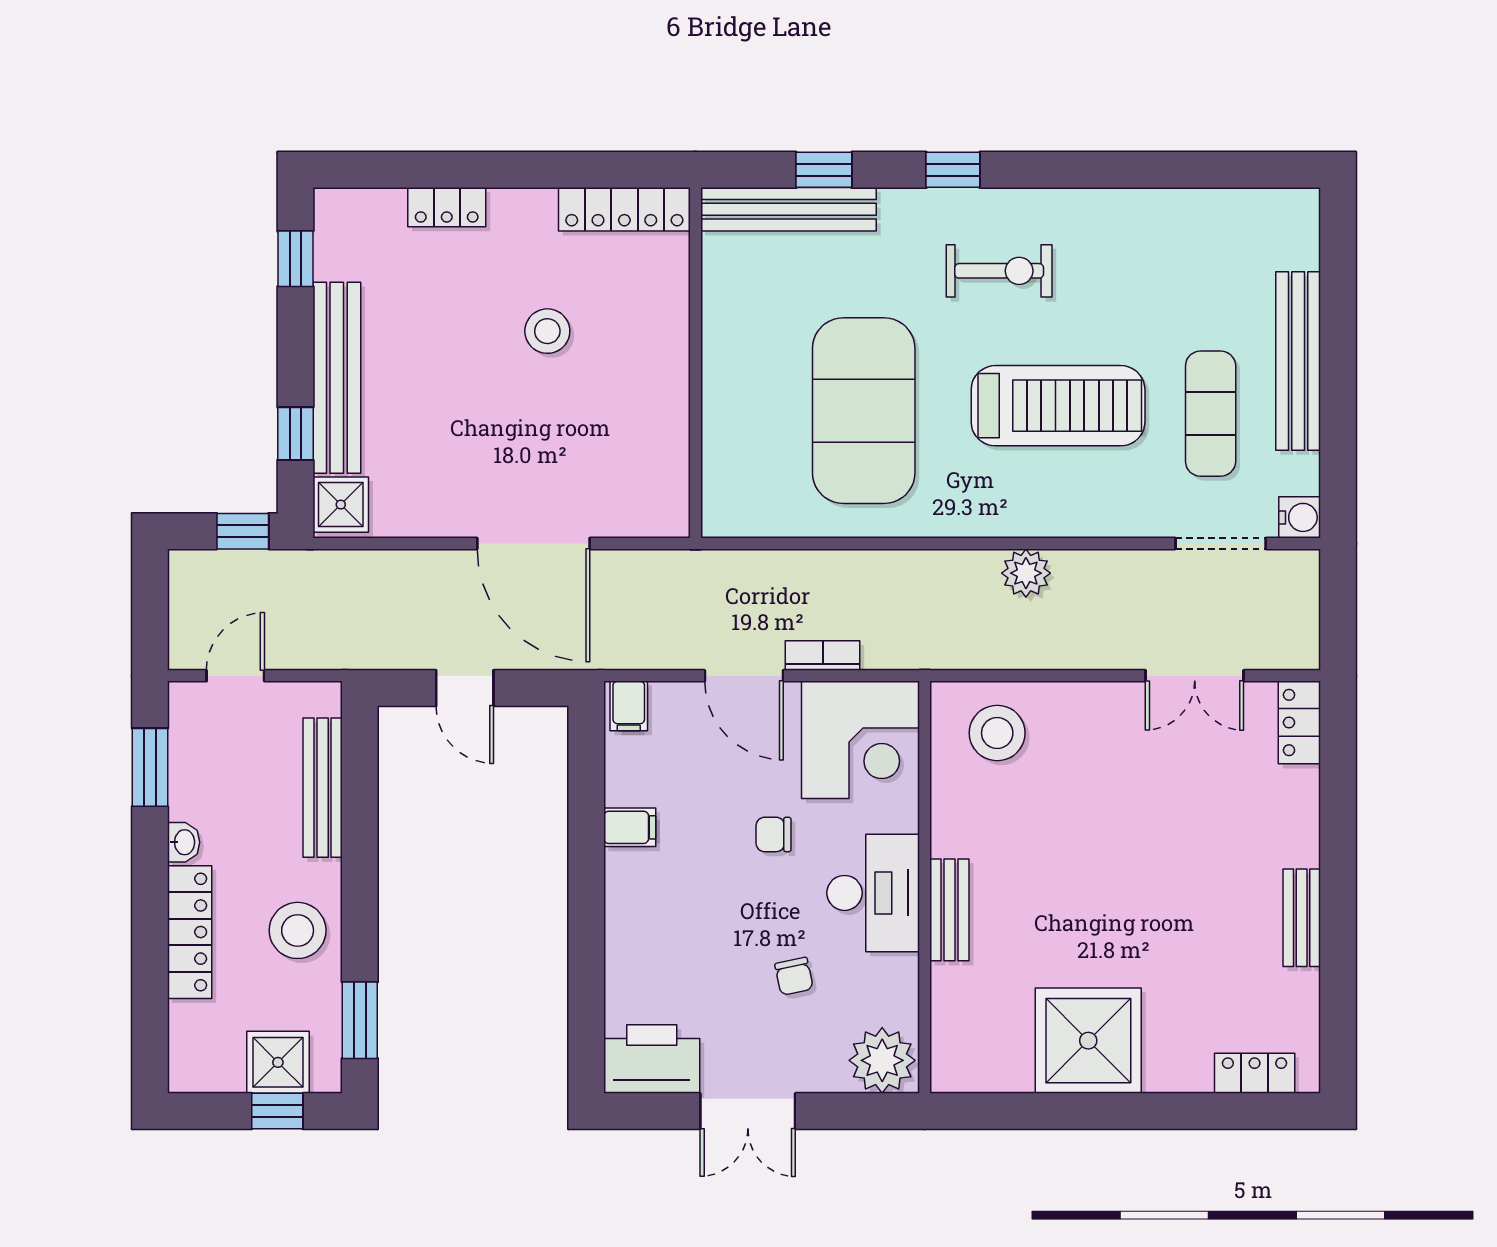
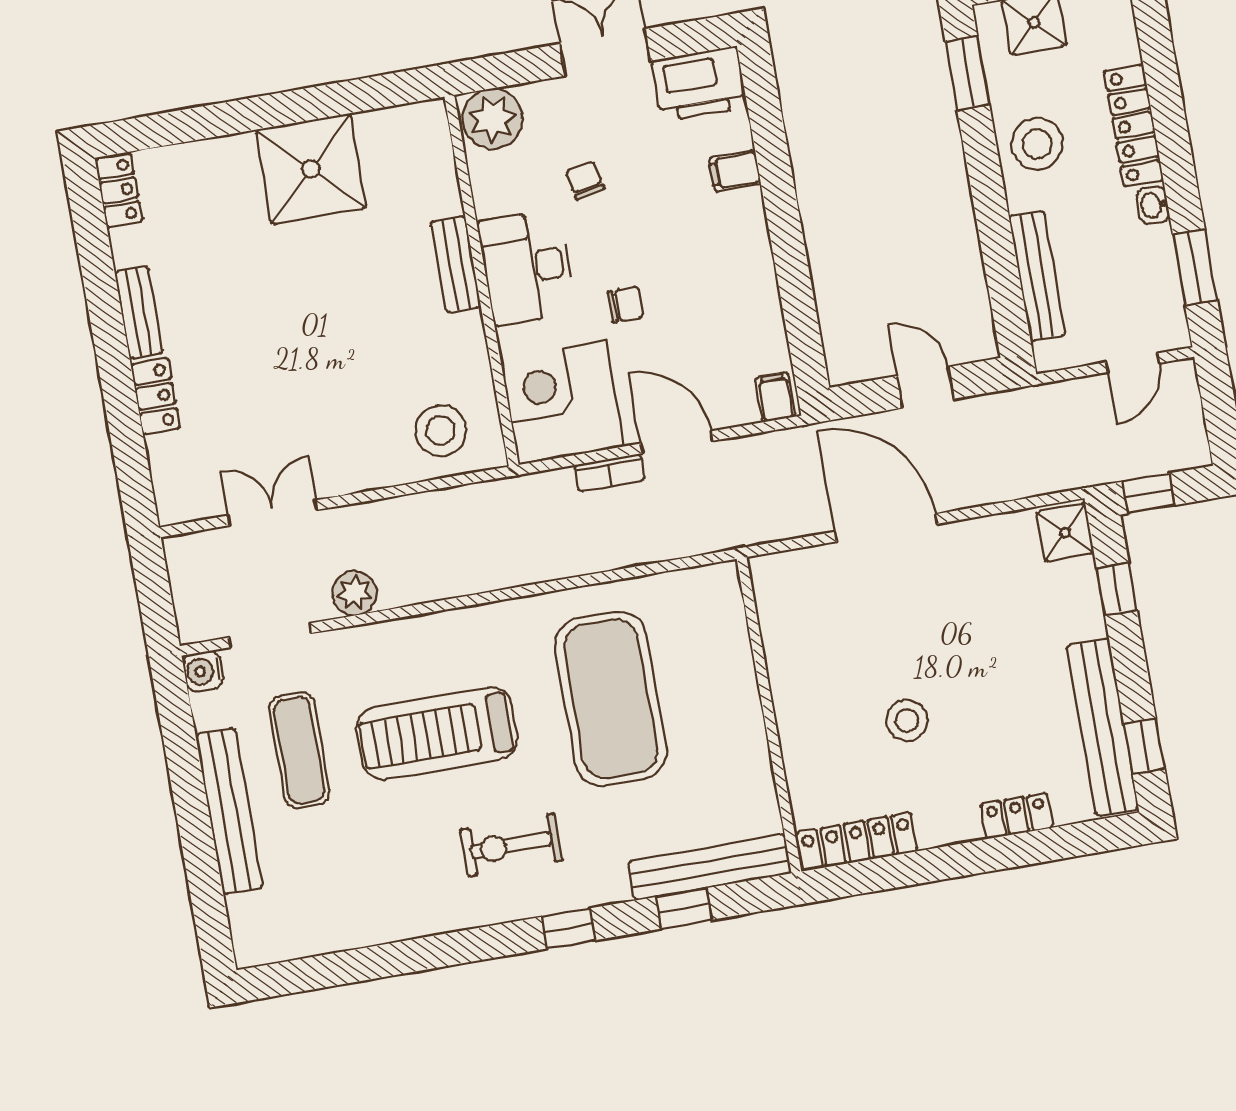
bench: (337, 378) -> (1103, 727), moved
plant: (1026, 573) -> (354, 593), moved
locker: (1299, 722) -> (155, 396), moved
filing cabinet: (630, 827) -> (735, 171), moved
locker: (1255, 1073) -> (119, 190), moved, turned -90

